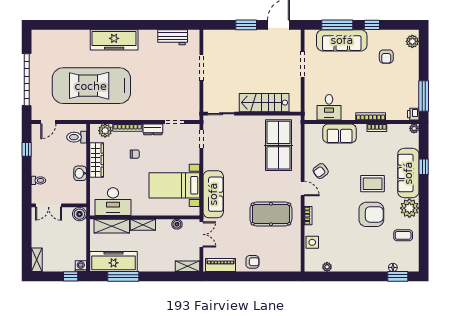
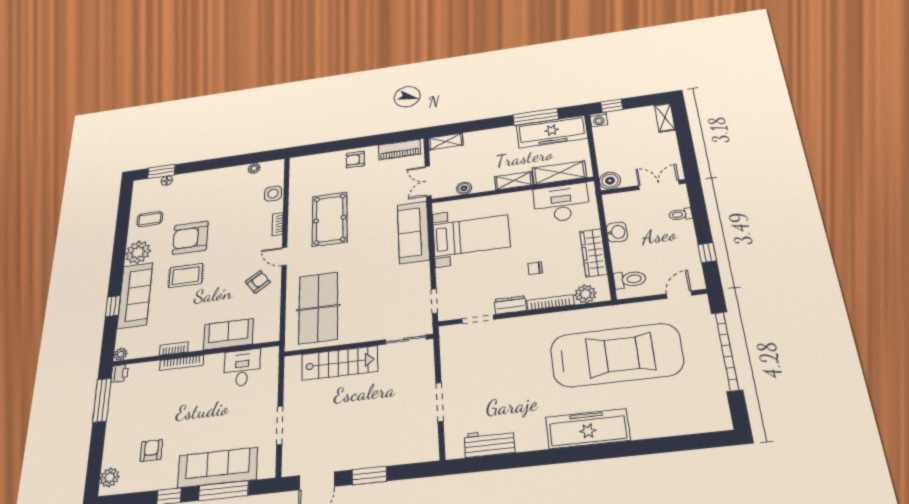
pool table: (271, 214) -> (330, 219), turned 90

